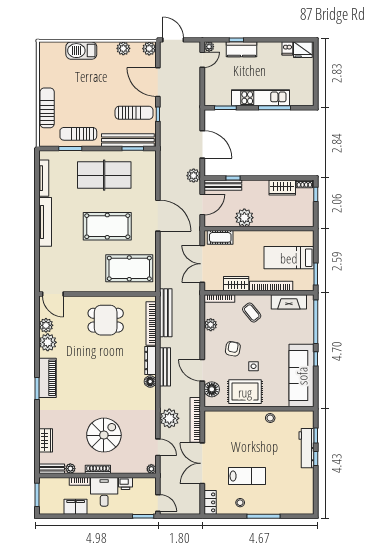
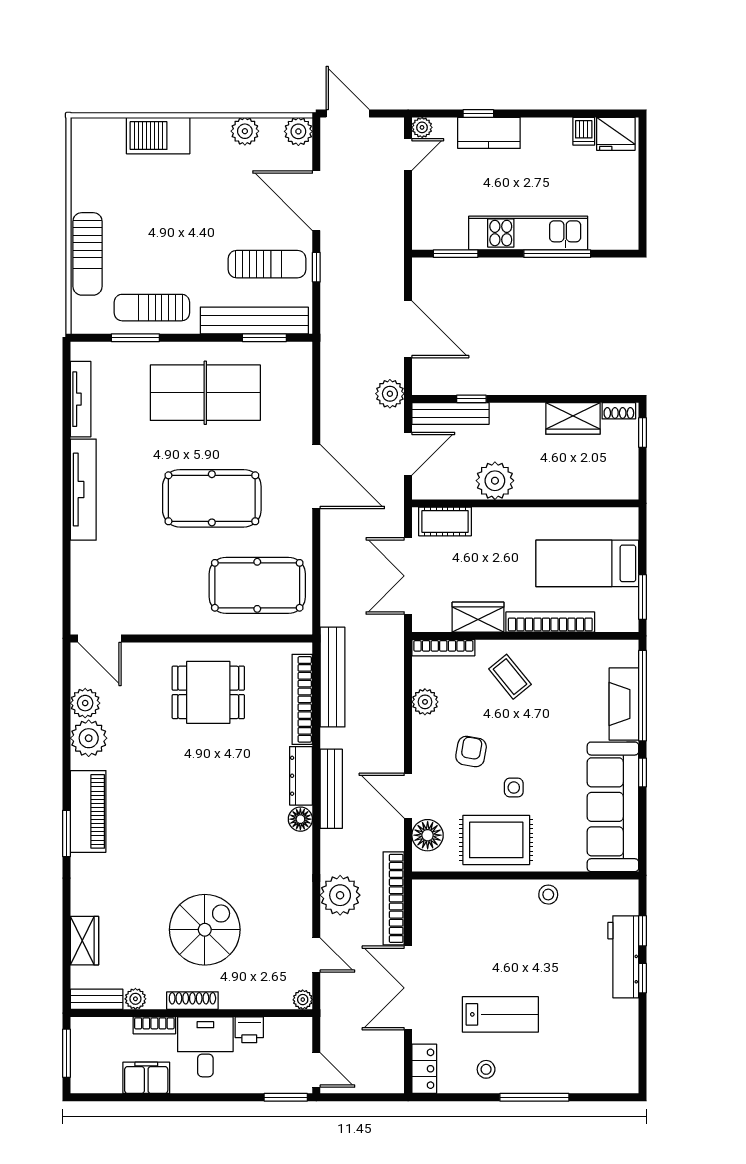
sun lounger: (47, 108) -> (87, 254), turned 180
fireplace: (289, 302) -> (624, 704), moved, turned 90

